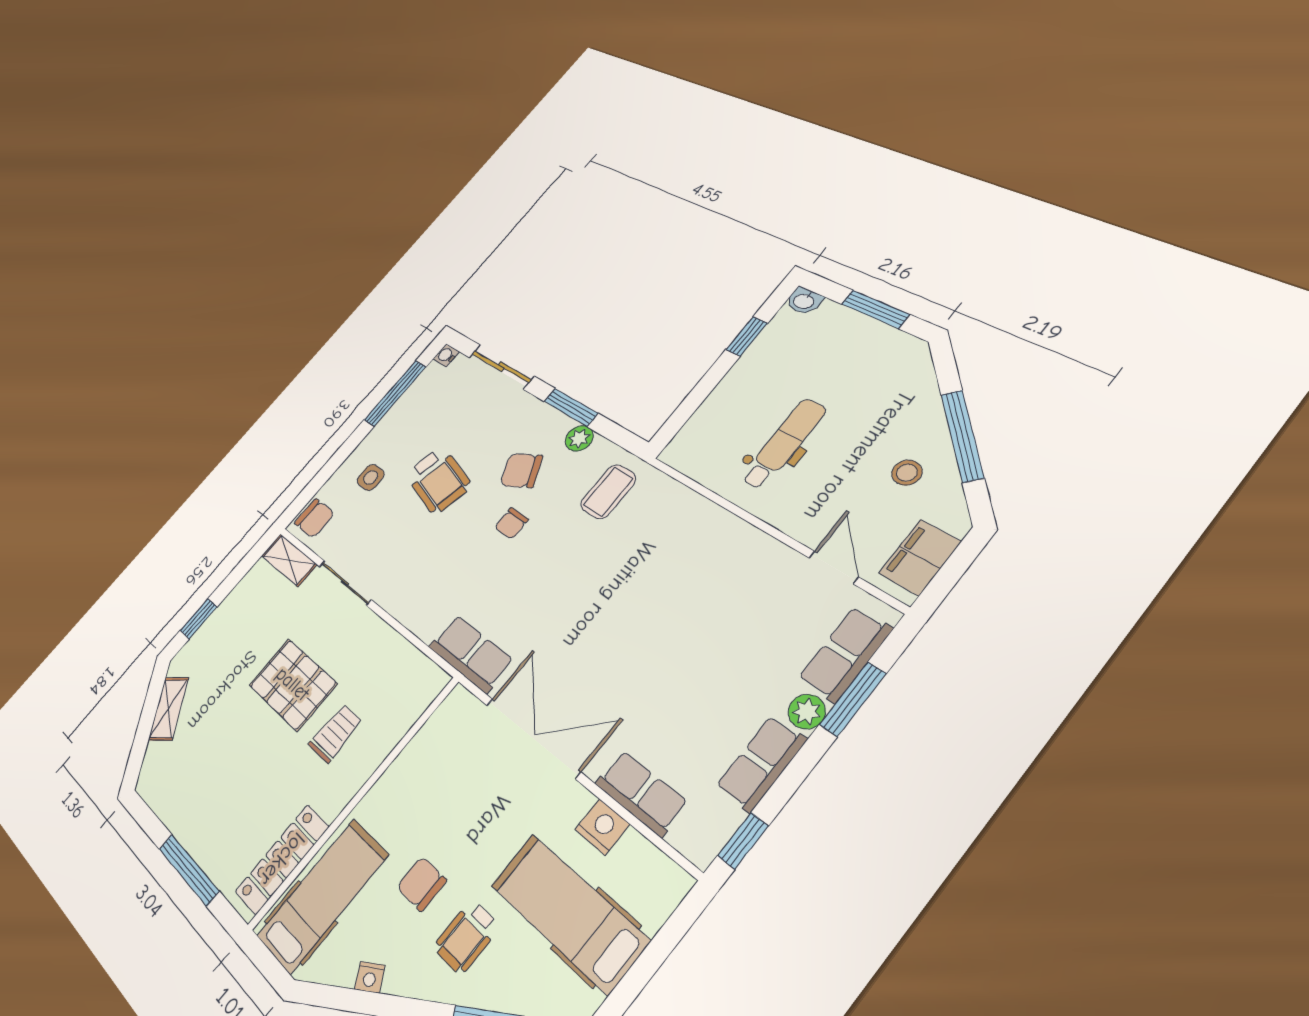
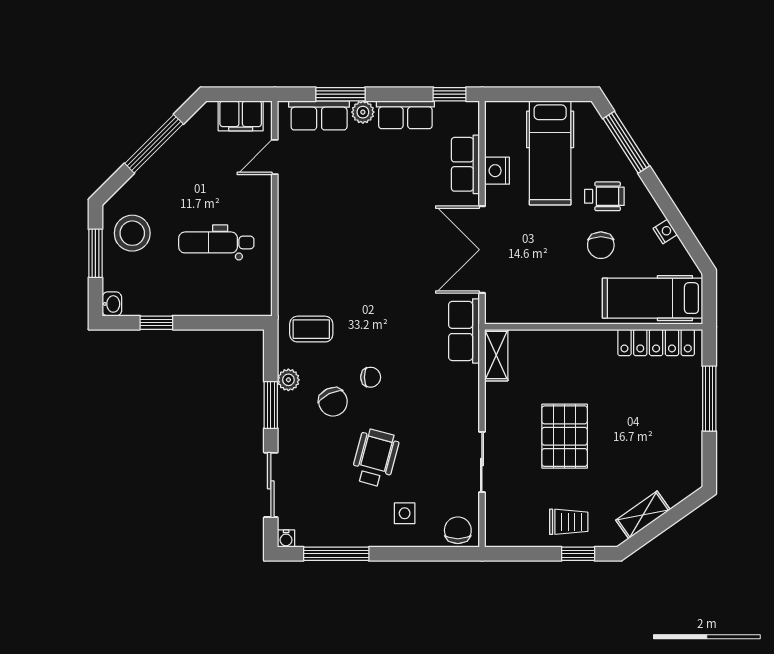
stool: (907, 473) -> (132, 233), moved, width x1.89, depth x1.89
shelving: (289, 560) -> (496, 355), moved
trolley: (335, 733) -> (569, 522), moved, turned 180

